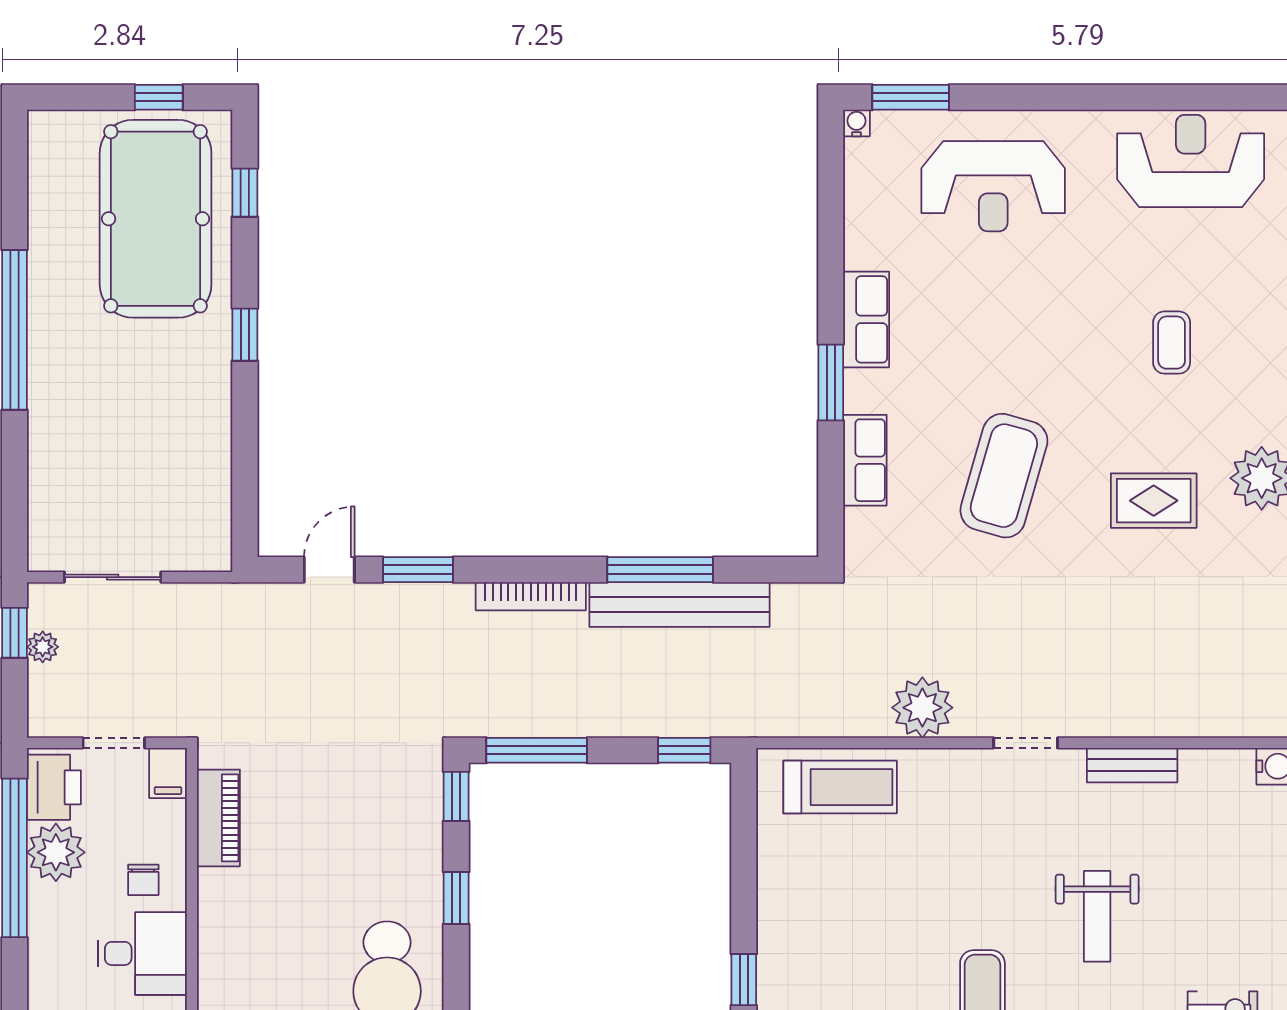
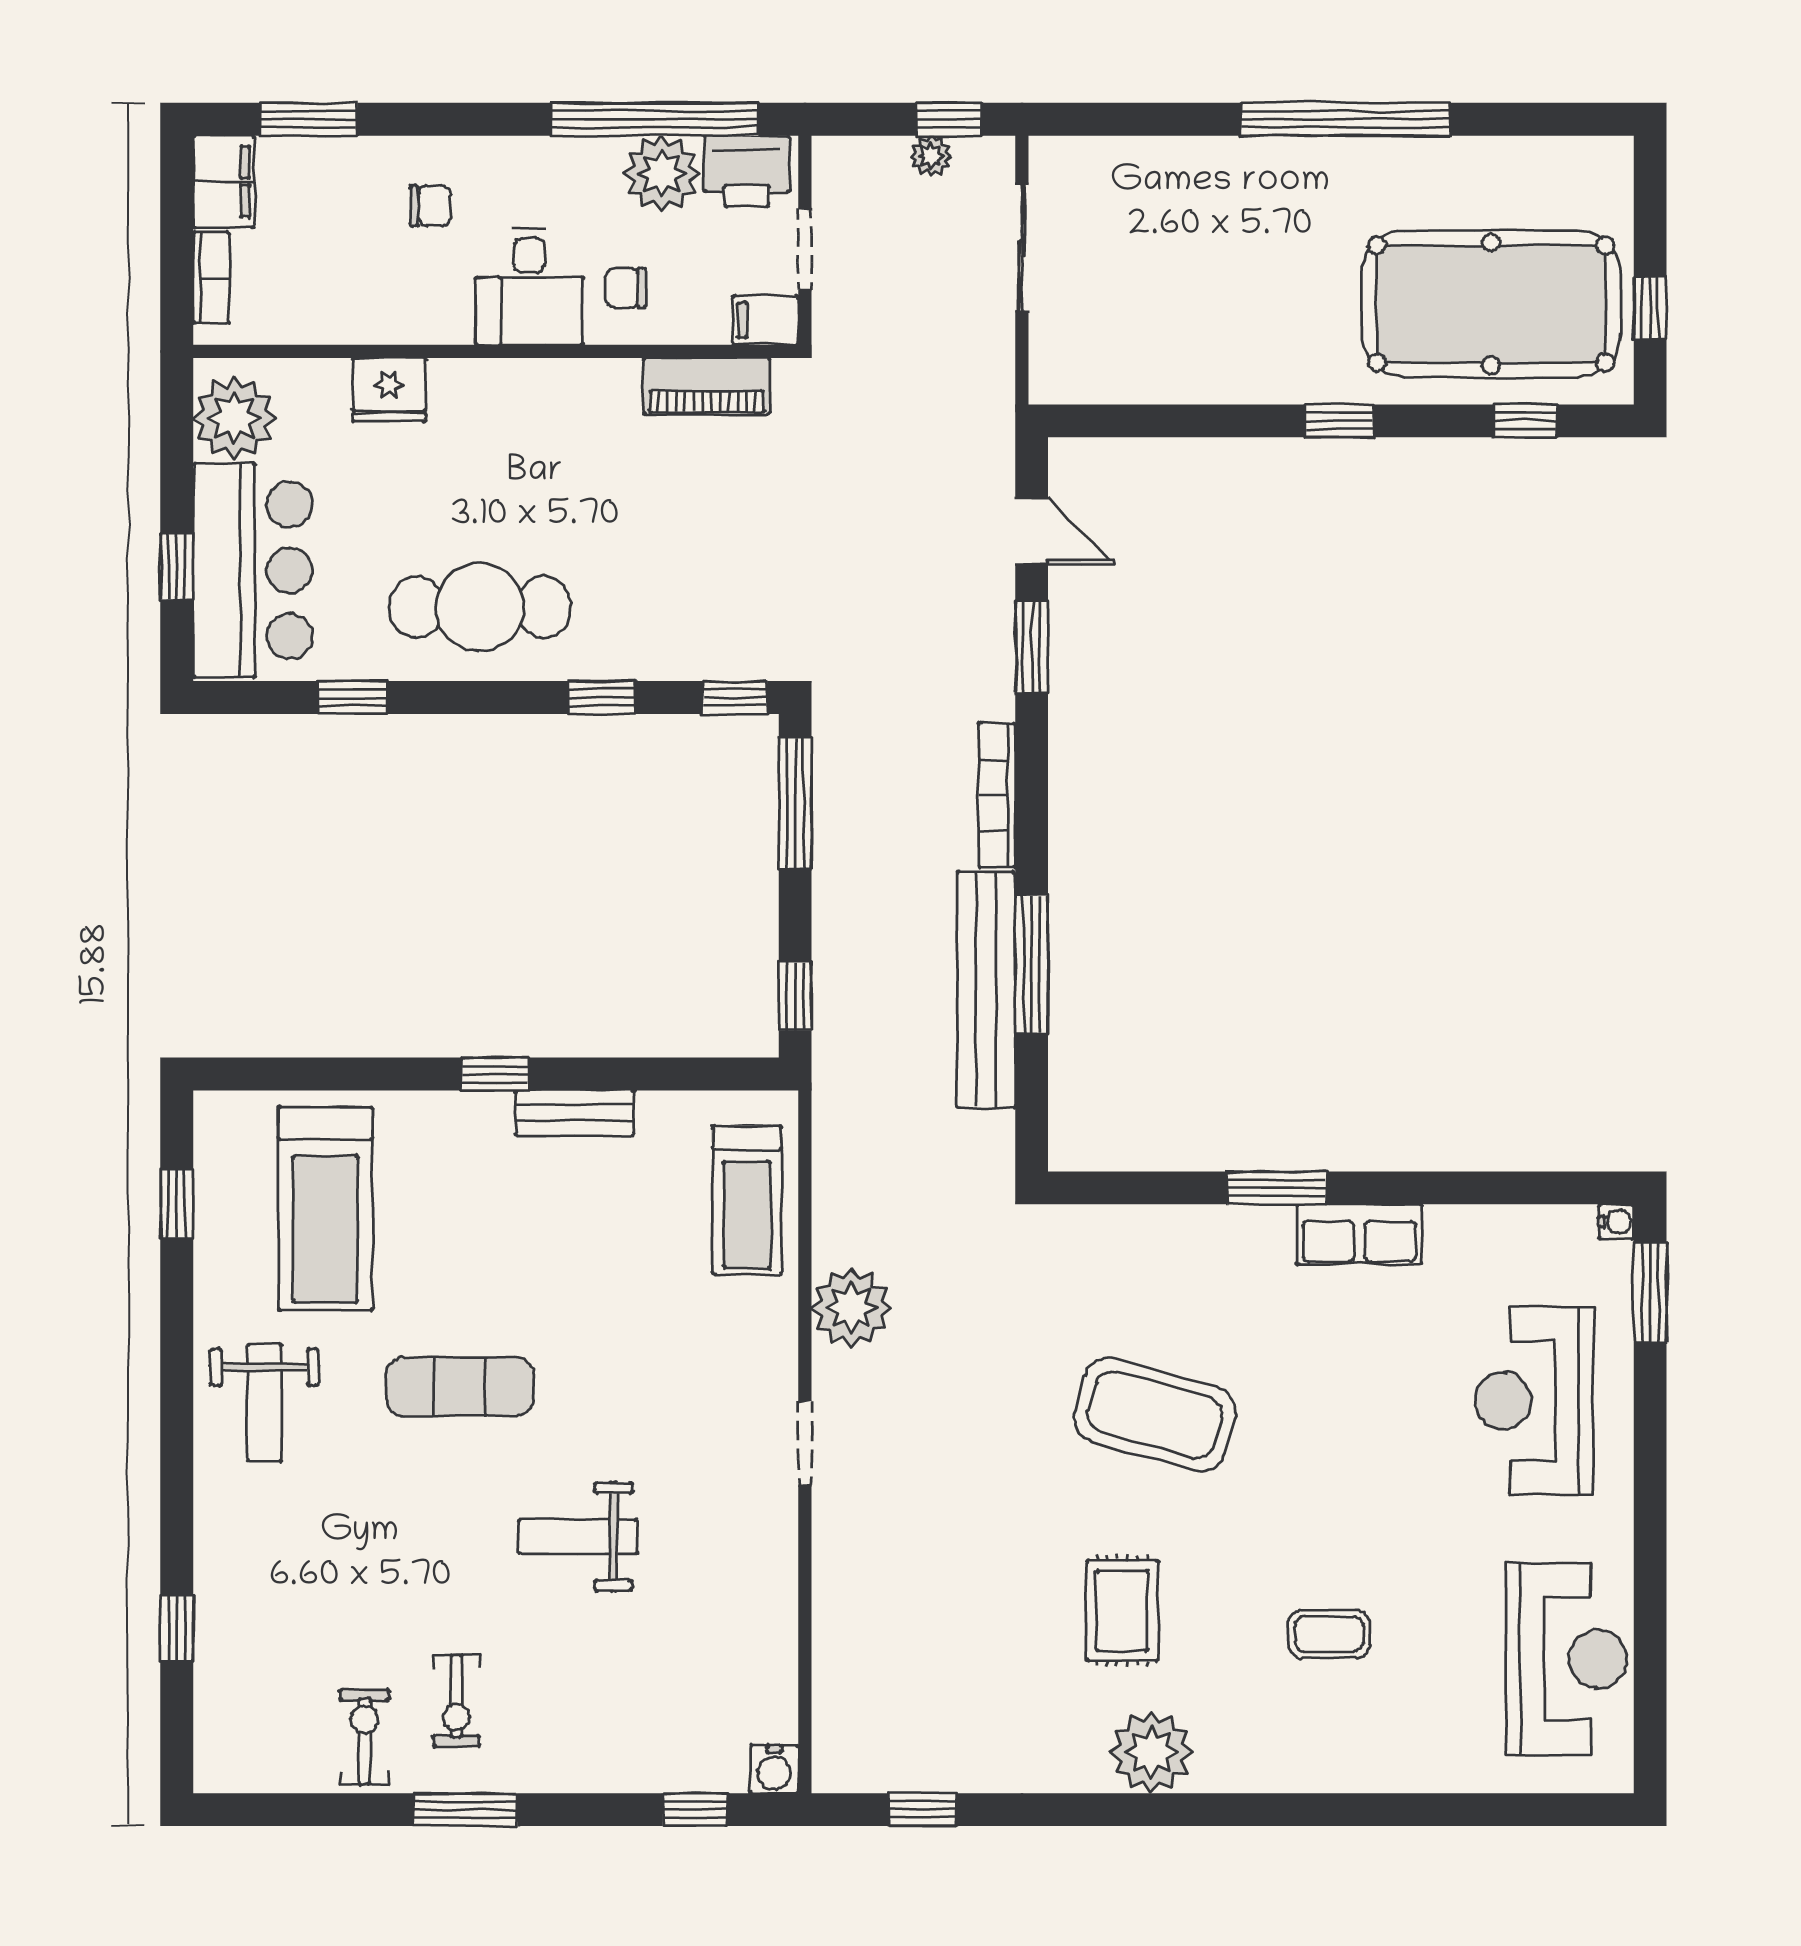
row of seats: (865, 460) -> (1175, 1233), removed
bench: (1132, 765) -> (575, 1113), moved, turned 90

